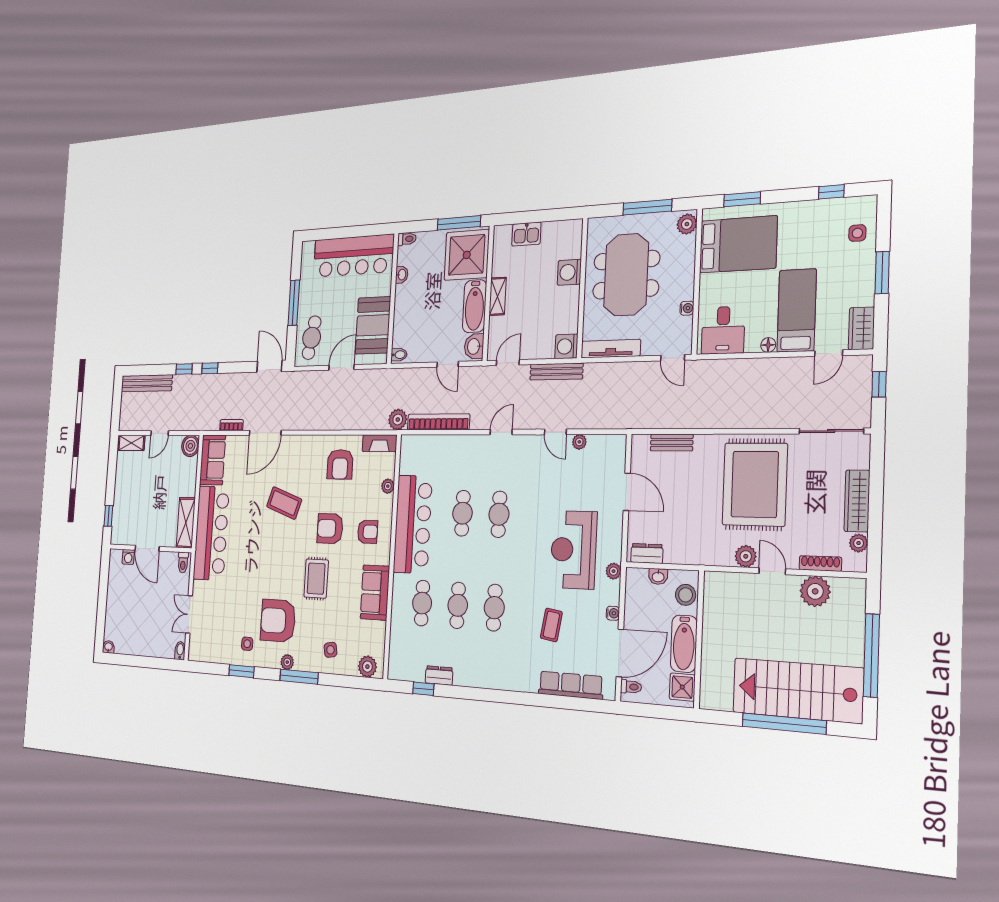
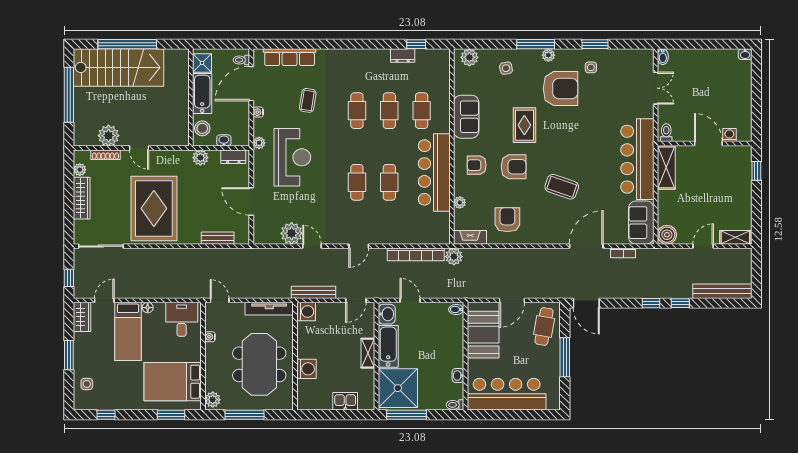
plant: (579, 442) -> (292, 233), width x1.87, depth x1.87
plant: (746, 556) -> (200, 158), moved

